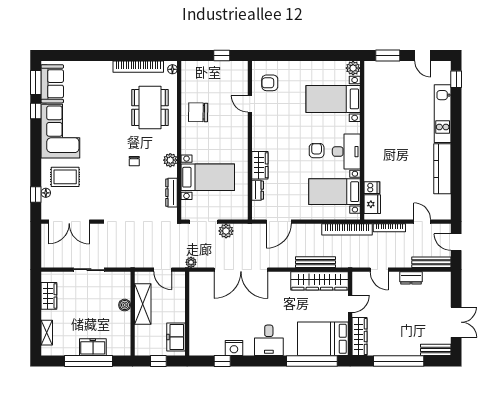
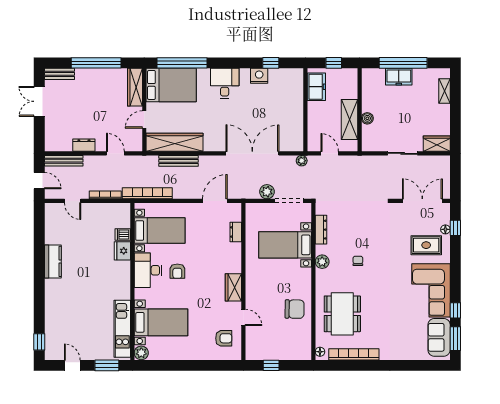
kitchen unit: (443, 114) -> (122, 329), moved, turned 180
wardrobe: (260, 165) -> (233, 287), moved
kitchen counter: (442, 169) -> (53, 261), width x0.67
fridge: (372, 204) -> (122, 251), moved
wardrobe: (49, 296) -> (437, 144), moved, turned 90

